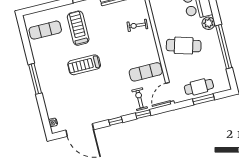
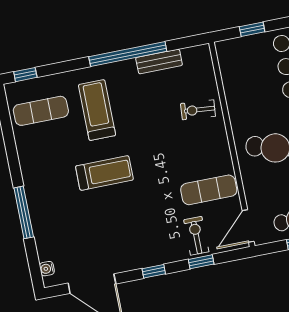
window: (35, 9) -> (25, 75), added
treadmill: (84, 65) -> (104, 173), turned 180
window: (35, 79) -> (24, 212), moved

